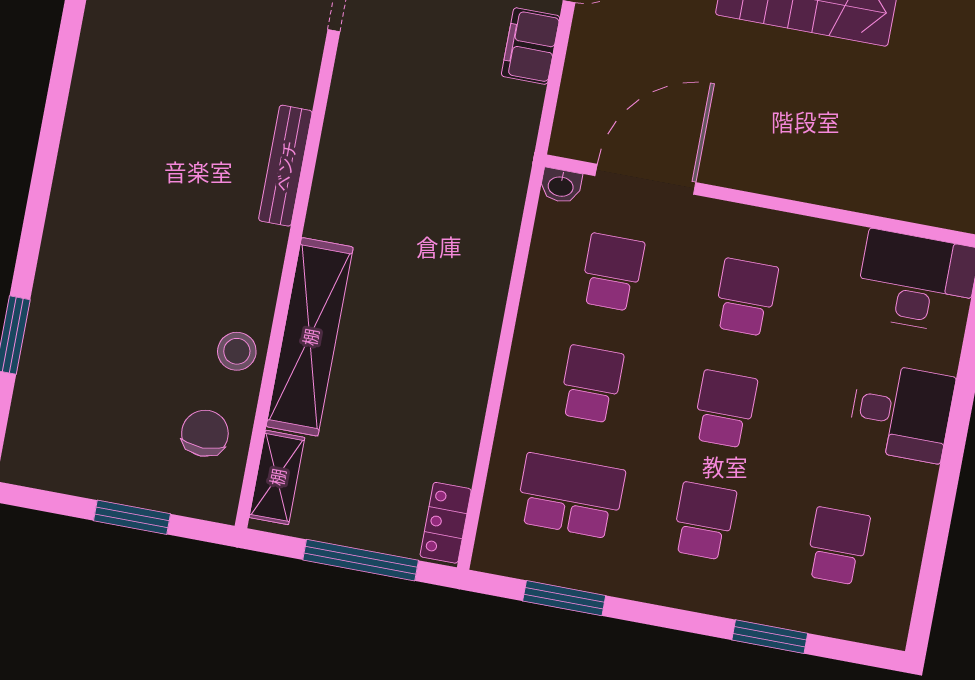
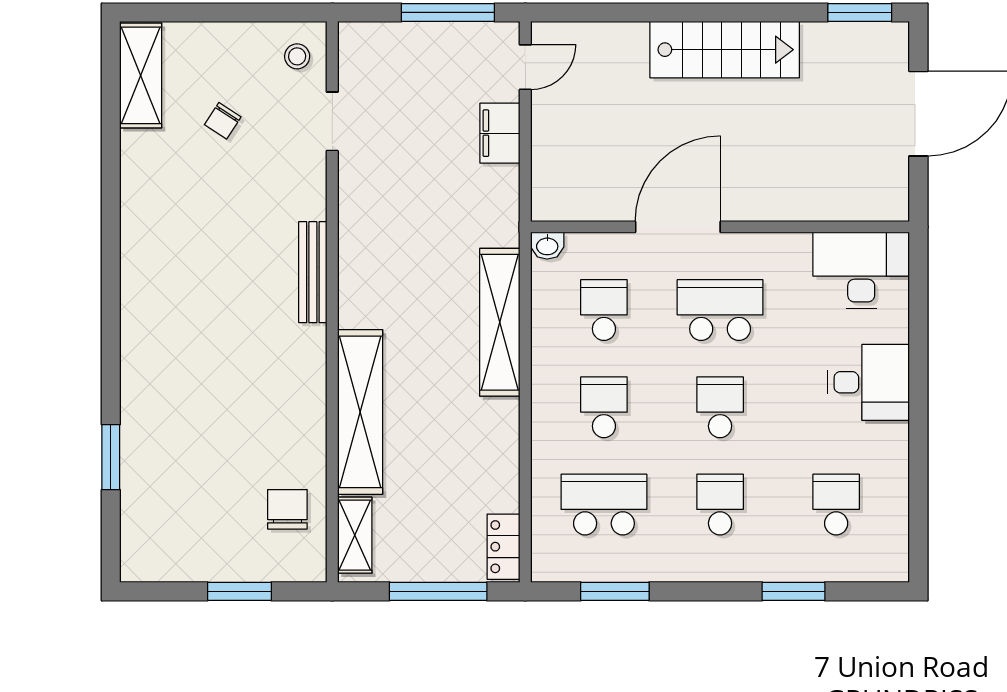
door: (645, 179) -> (678, 227), moved
shelving: (490, 264) -> (500, 322), added
school desk: (746, 297) -> (720, 310), width x1.85
stool: (237, 351) -> (301, 436), removed

